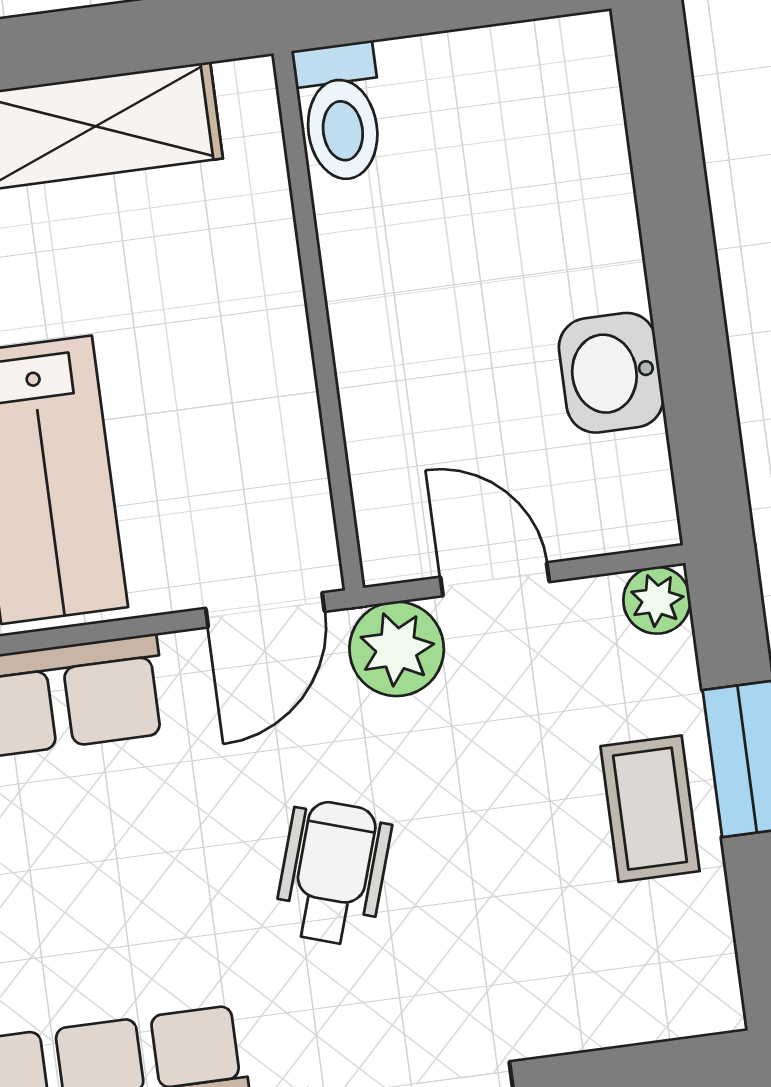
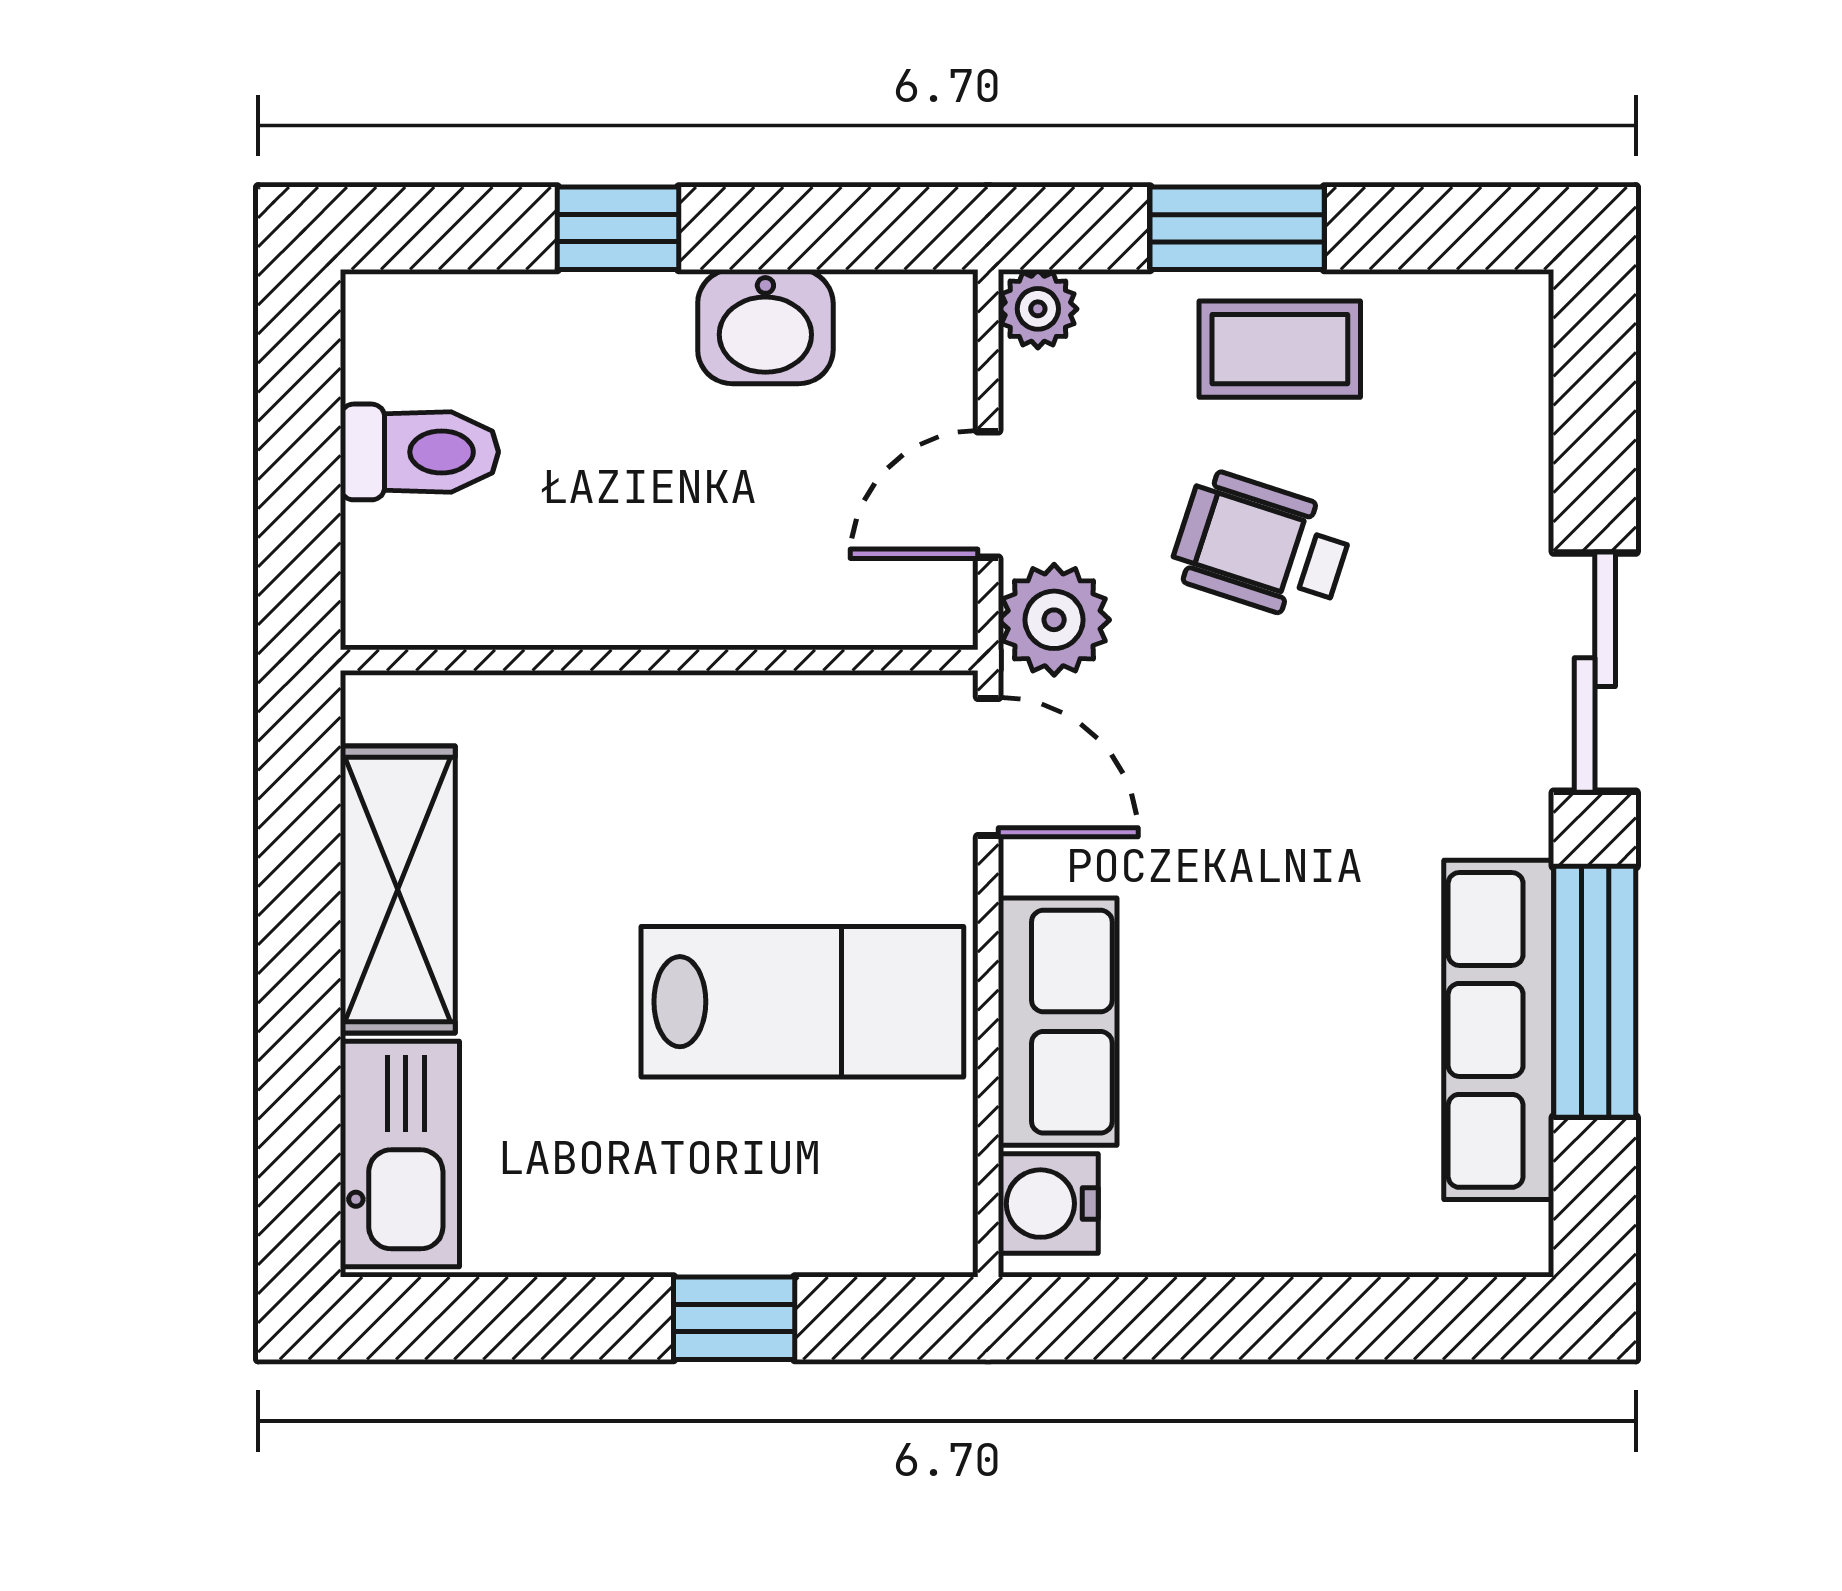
toilet: (340, 112) -> (419, 452), moved
window: (677, 237) -> (618, 228), added
wheelchair: (333, 873) -> (1262, 546), moved

